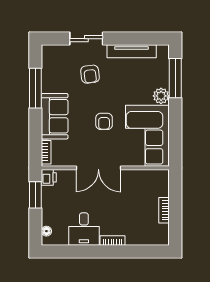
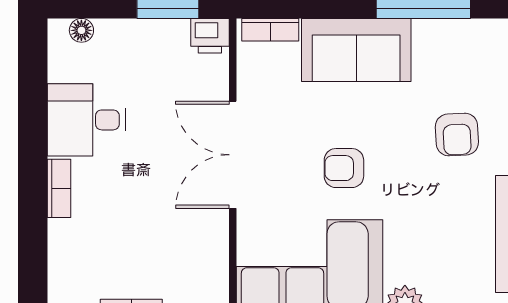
armchair: (90, 74) -> (457, 135), turned -86

